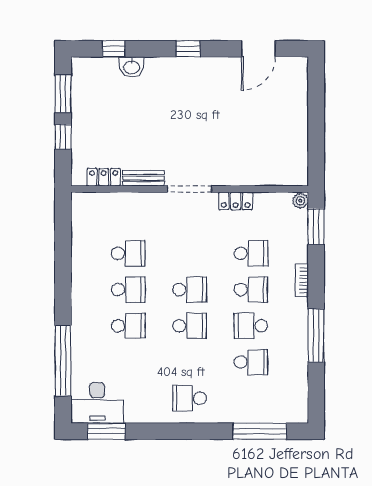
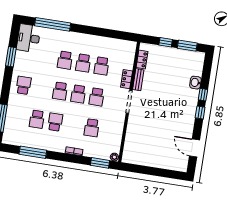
window: (114, 49) -> (203, 95), moved
locker: (236, 201) -> (127, 79), moved
school desk: (251, 290) -> (97, 97), moved
window: (316, 335) -> (33, 152), moved
window: (106, 431) -> (11, 57), moved

